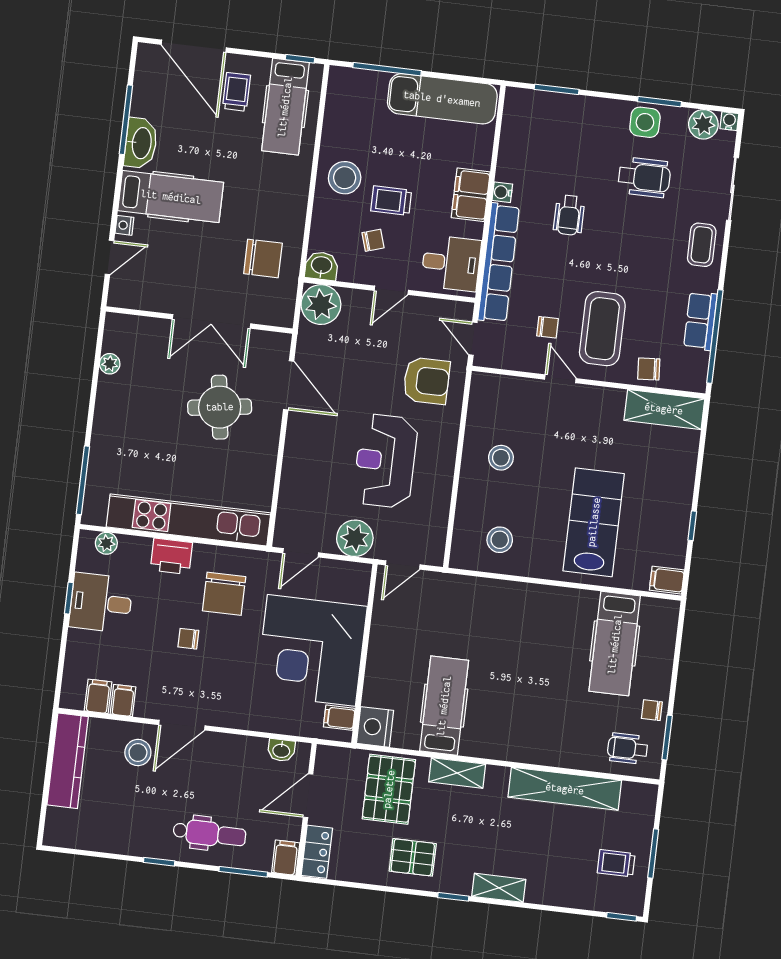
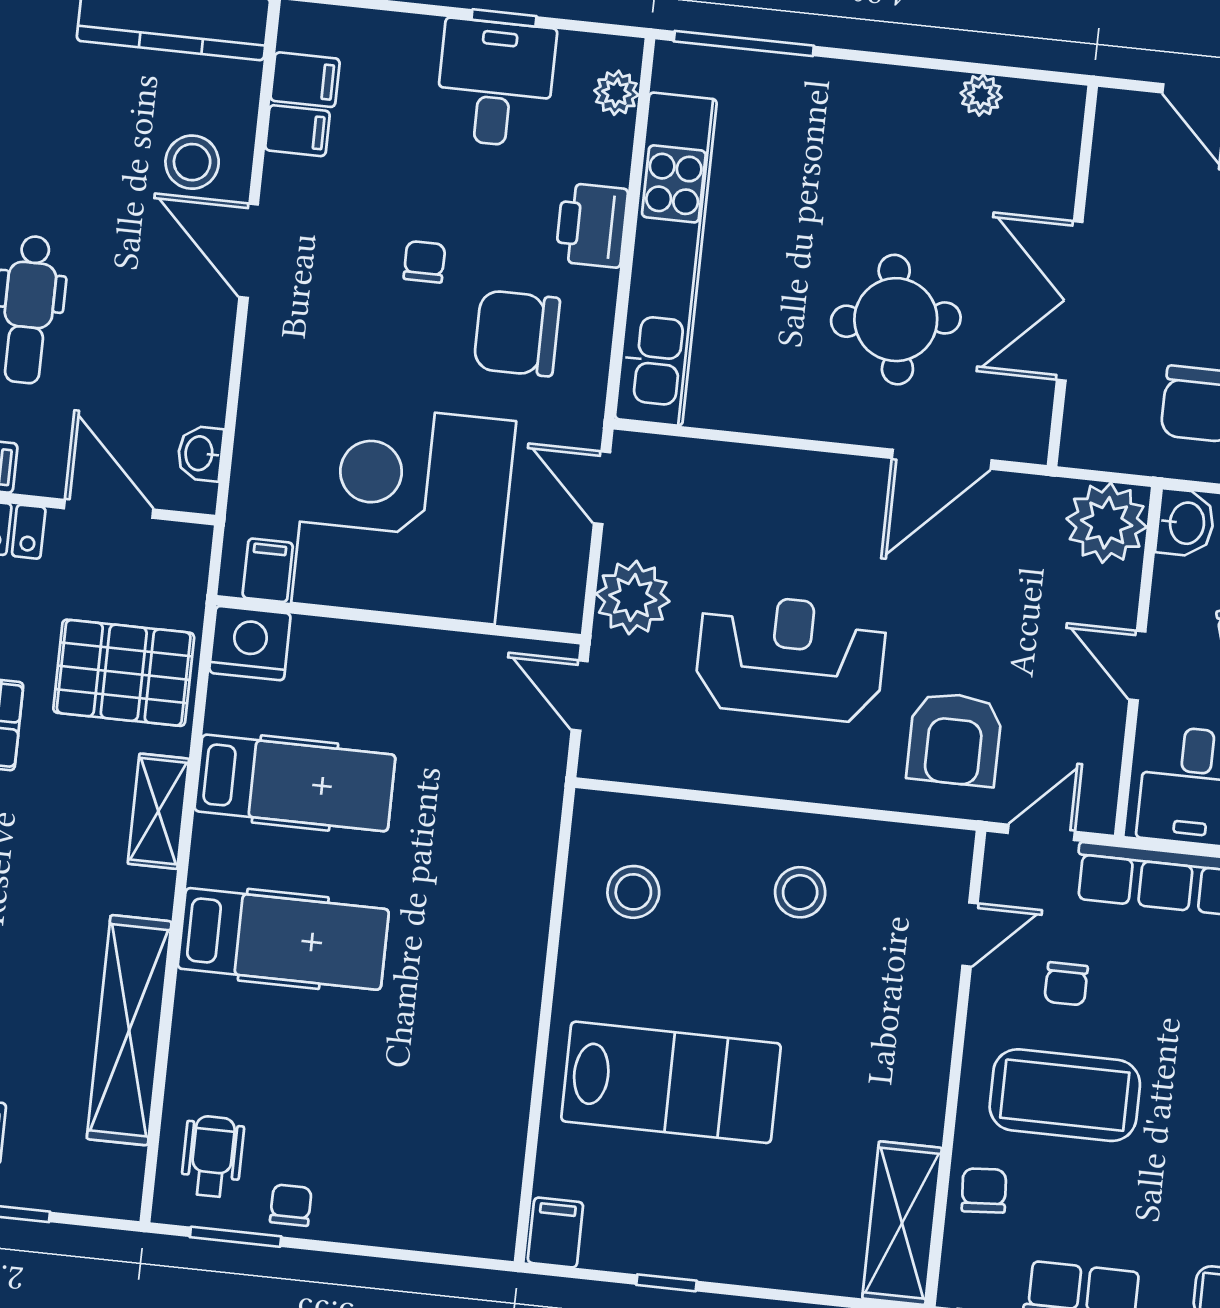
door: (560, 379) -> (970, 935), moved
hospital bed: (615, 644) -> (283, 939), moved, turned 180

